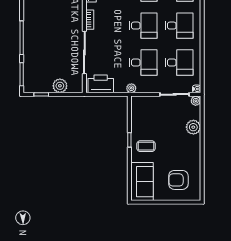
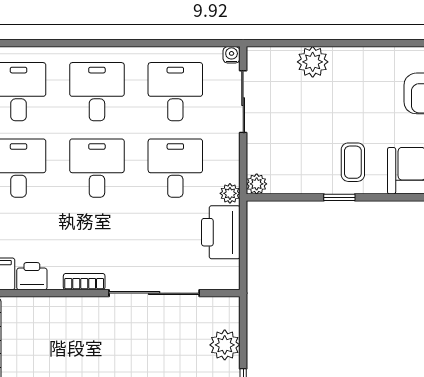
printer: (101, 84) -> (221, 232), moved
plant: (196, 101) -> (257, 184), moved

